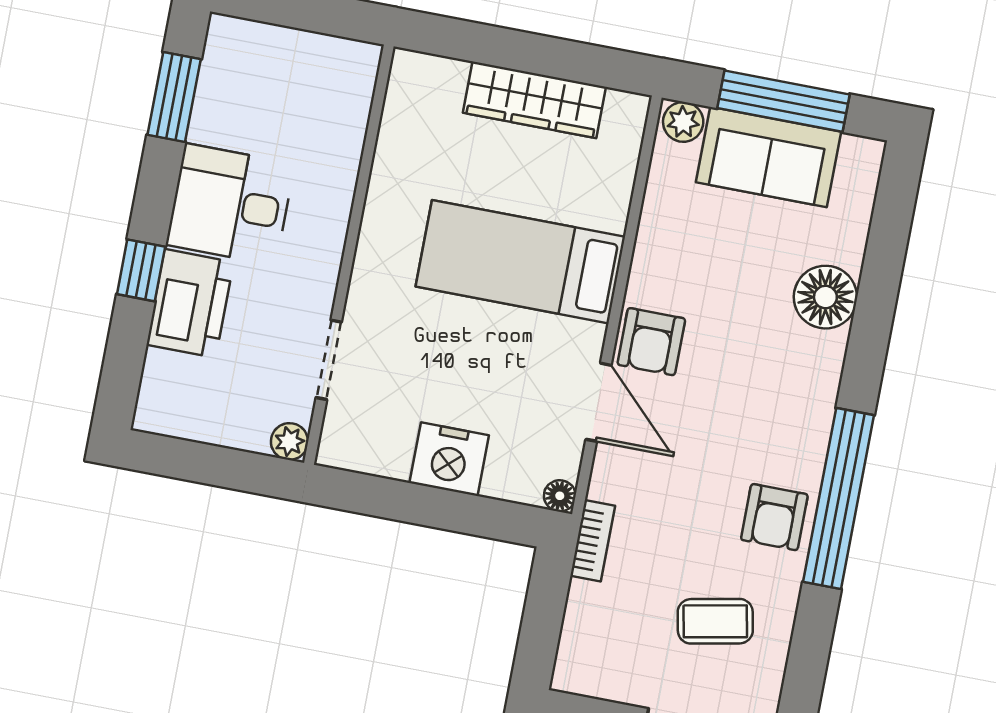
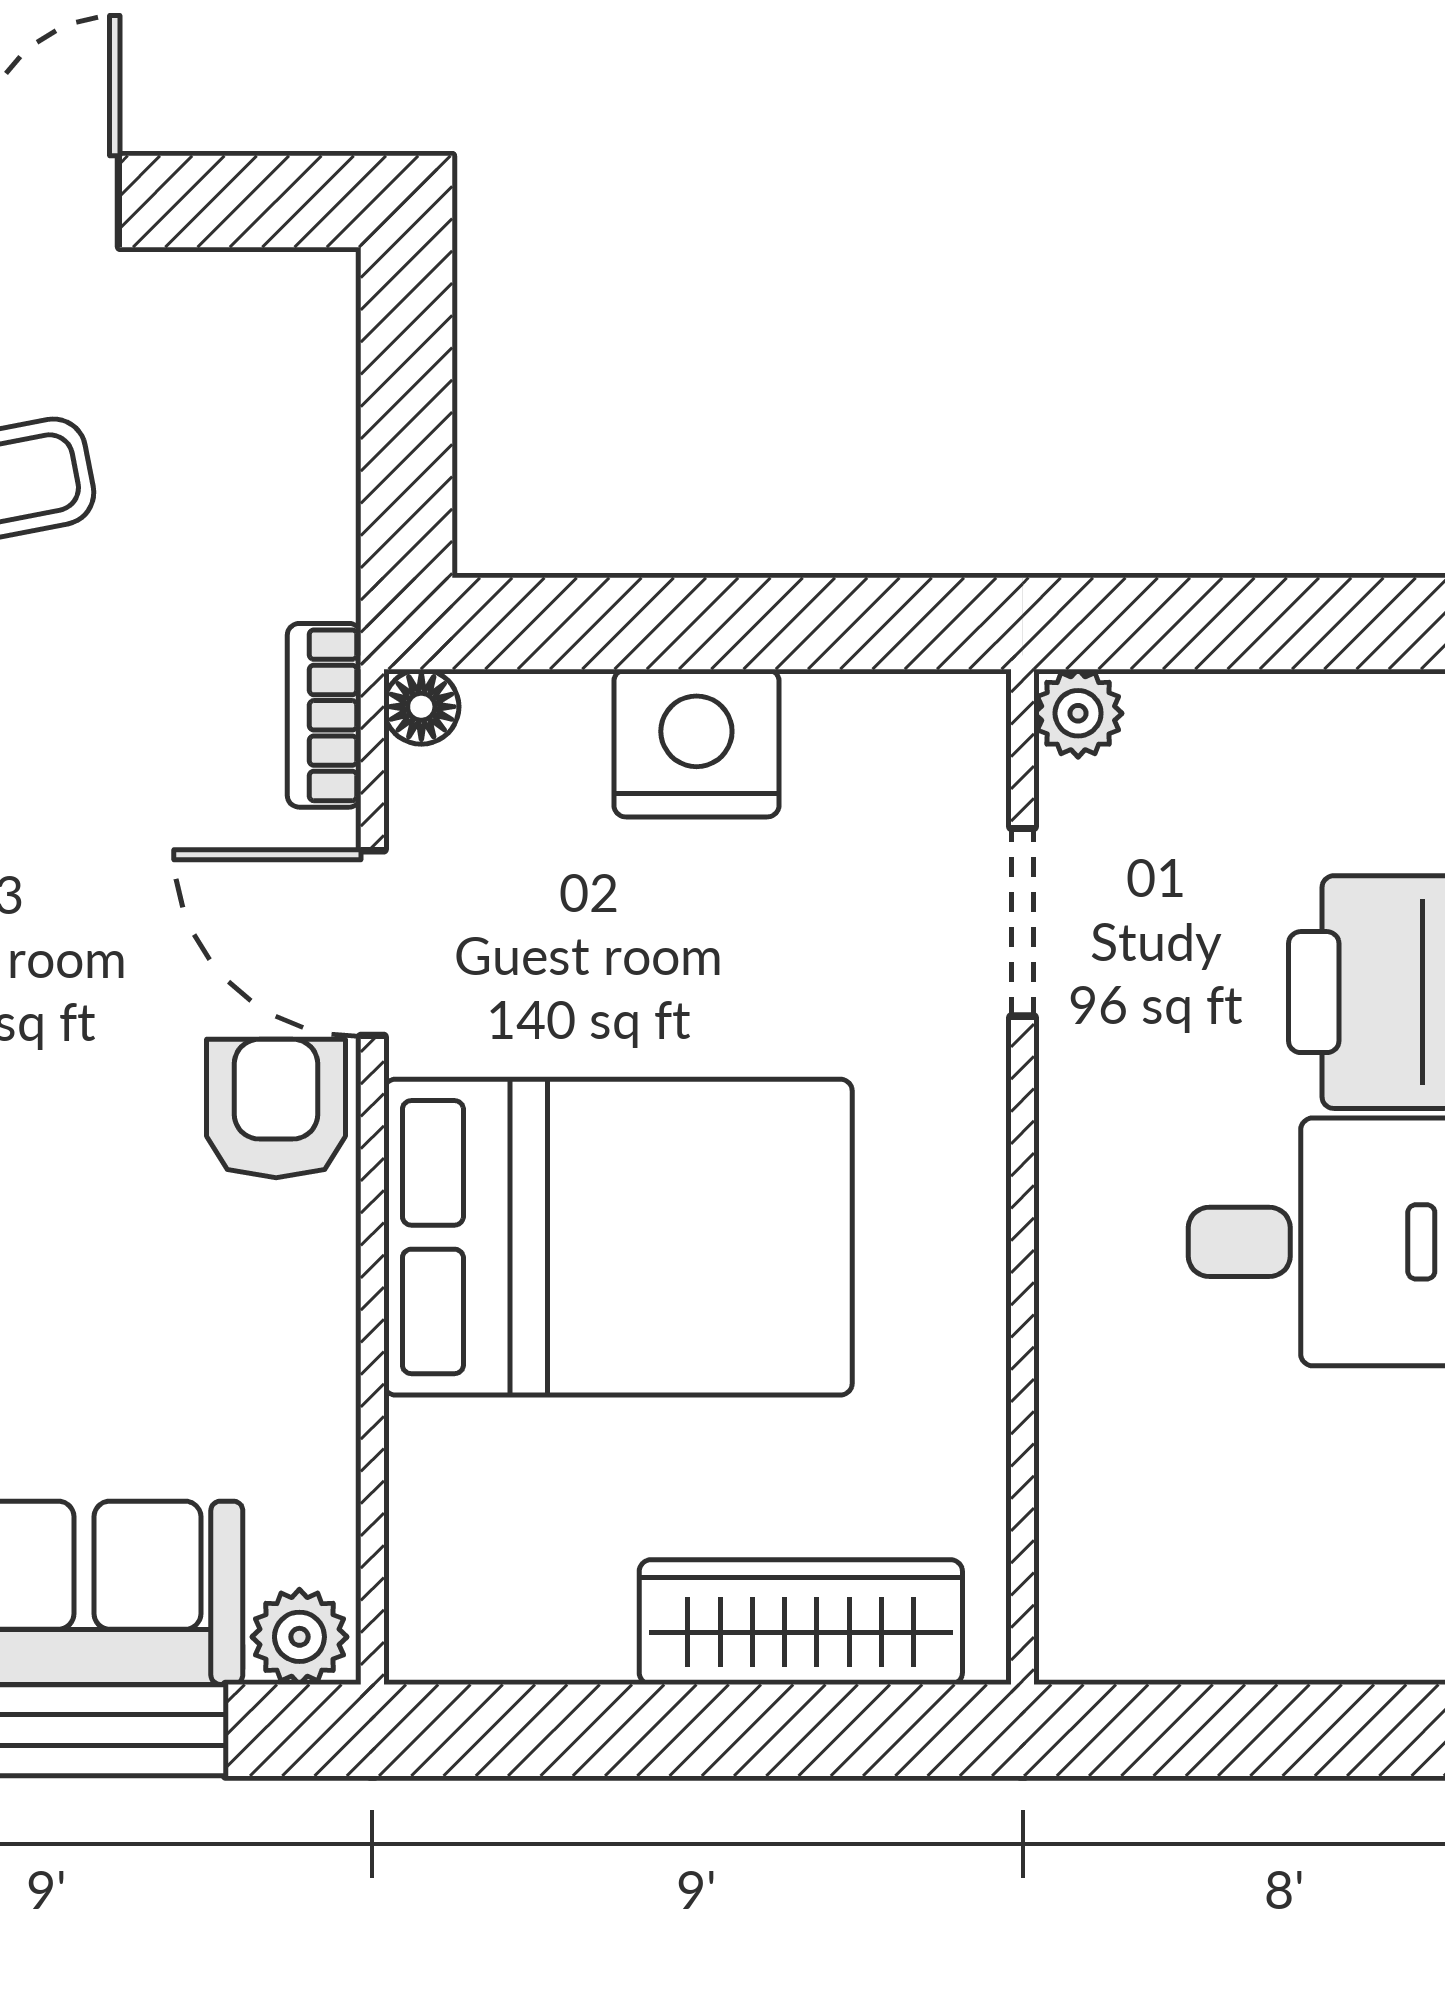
wardrobe: (534, 100) -> (801, 1622), moved
bed: (520, 262) -> (618, 1237), width x1.50
bookcase: (593, 541) -> (324, 715), moved

